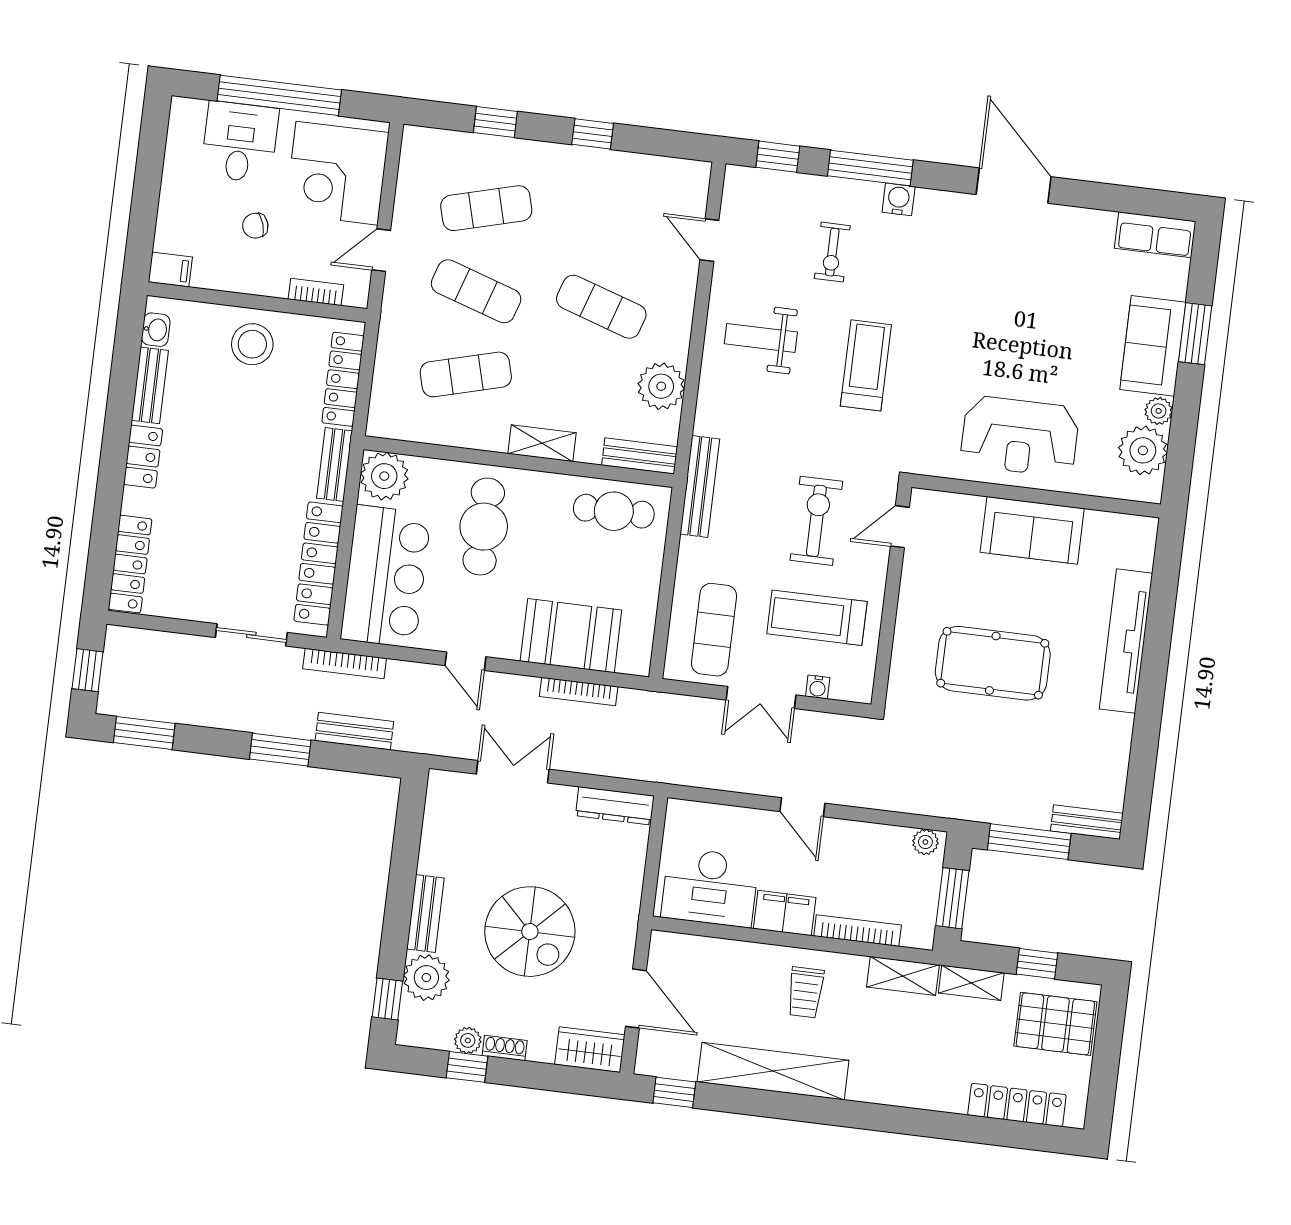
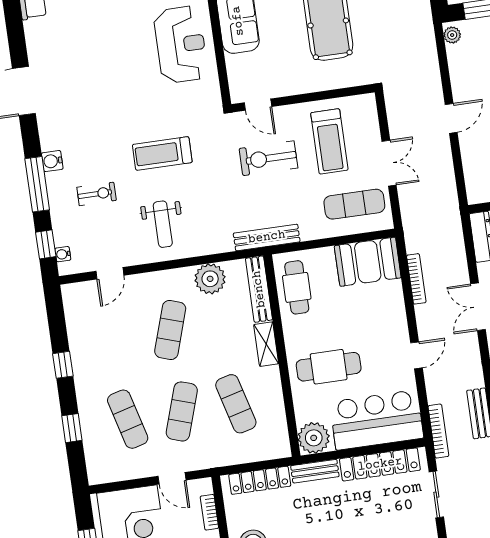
bench: (640, 456) -> (259, 289), width x1.36
booth: (571, 636) -> (368, 262), moved, turned 90
water cooler: (818, 687) -> (63, 254), moved, turned 180

